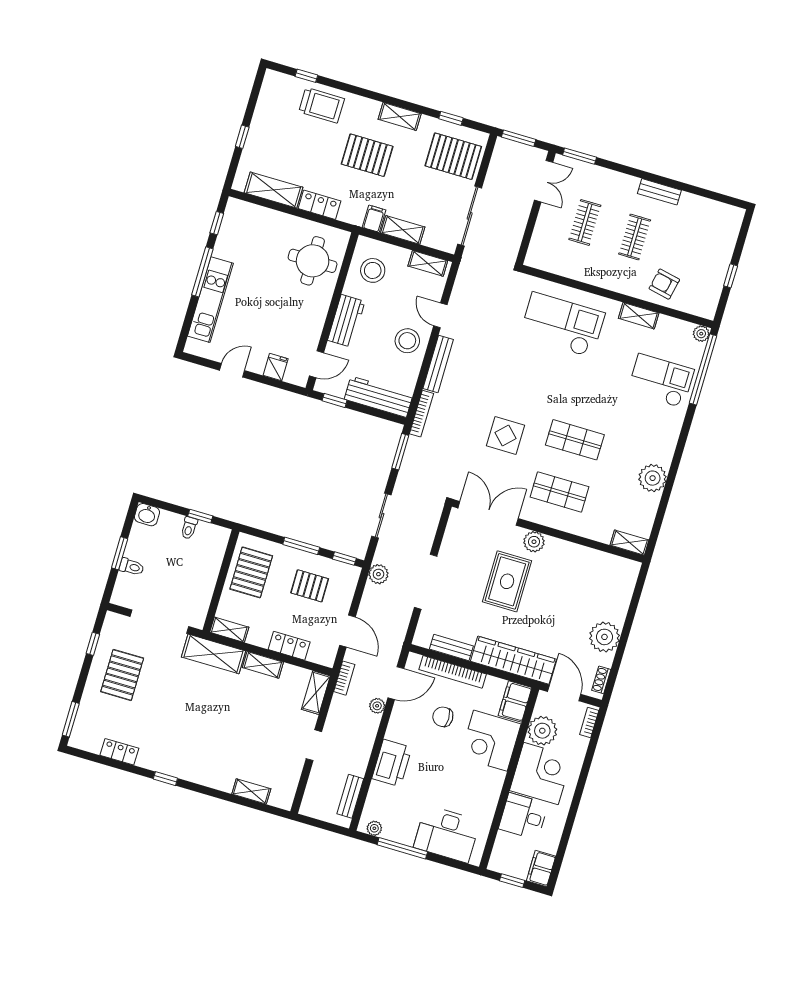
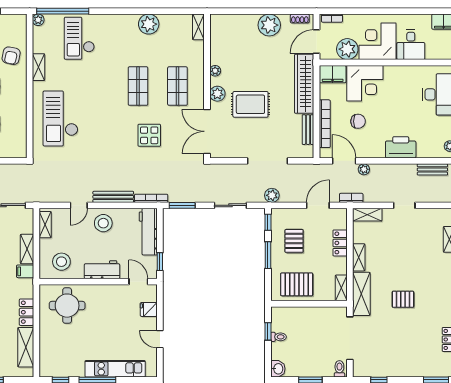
plant: (565, 548) -> (215, 71), added
toilet: (132, 567) -> (339, 369), moved
pallet: (122, 675) -> (403, 299), moved, width x0.67, depth x0.71
chair: (443, 717) -> (358, 121), turned -90

